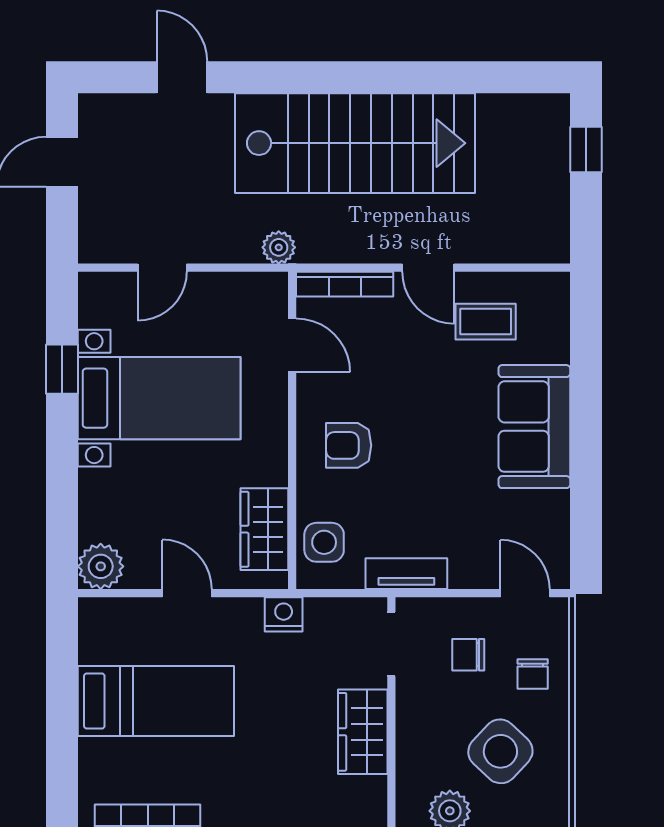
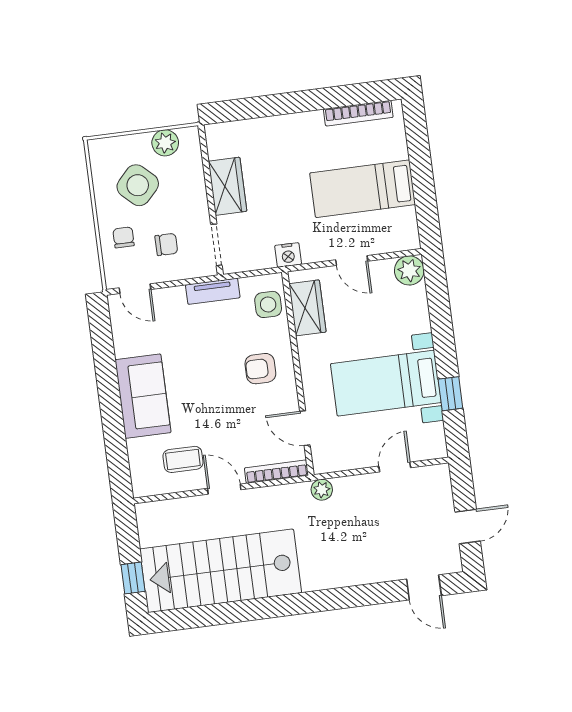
door: (182, 77) -> (424, 587), moved
stairs: (355, 143) -> (221, 571), moved
armchair: (349, 445) -> (260, 369), turned 180

